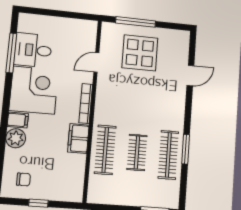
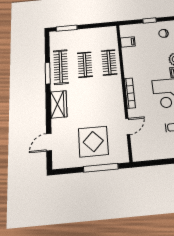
door: (190, 76) -> (49, 142), moved
wardrobe: (176, 106) -> (59, 104), added
filing cabinet: (78, 138) -> (128, 42), moved, width x0.50
clothes rail: (105, 150) -> (109, 62), width x0.73

